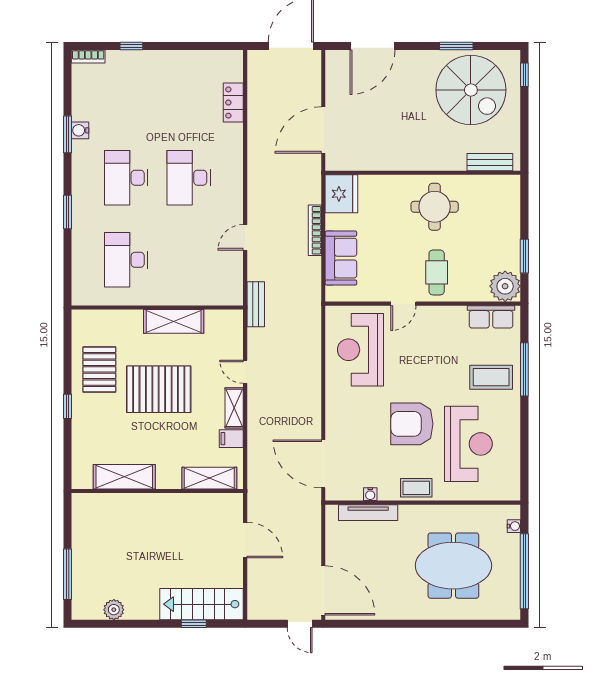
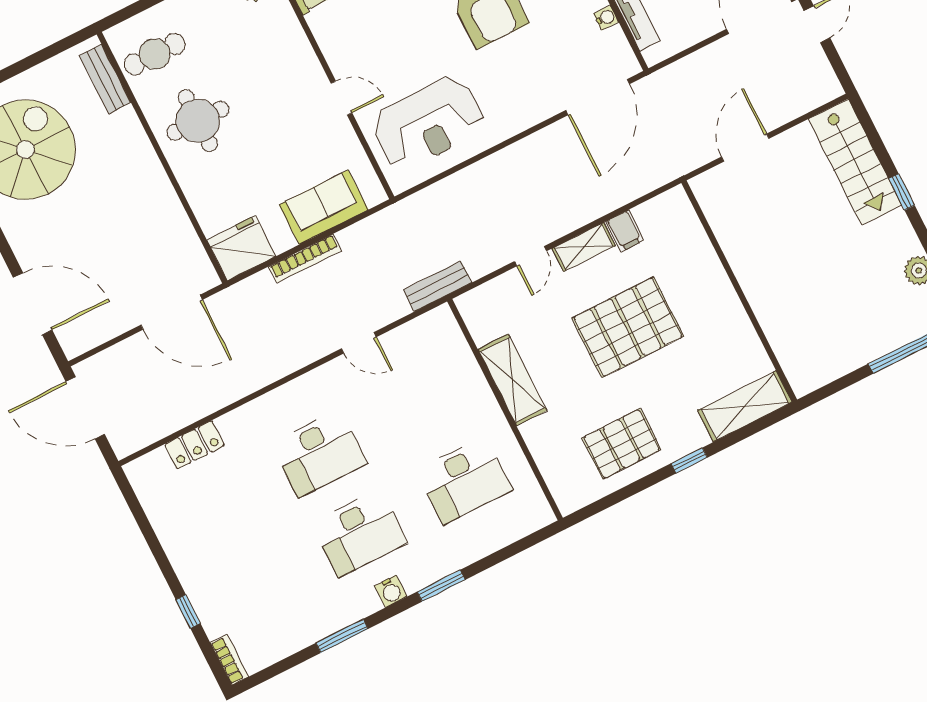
water cooler: (80, 130) -> (391, 591), moved
cafe table: (437, 272) -> (155, 54), moved
pallet: (159, 389) -> (628, 327), moved, turned 90
shelving: (124, 477) -> (745, 406), moved, turned 90
shelving: (209, 478) -> (689, 233), removed
window: (194, 624) -> (902, 192), moved

